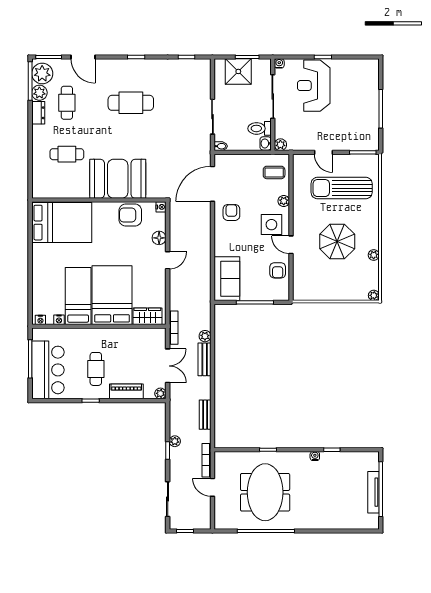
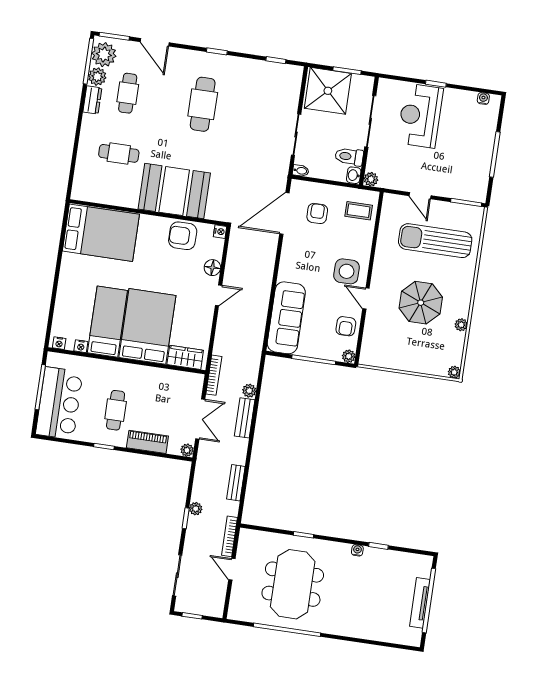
water cooler: (279, 63) -> (483, 98), moved
shower: (238, 71) -> (328, 91), width x1.37, depth x1.37
cafe table: (131, 103) -> (203, 104), turned 90
plant: (284, 201) -> (349, 356), moved
armchair: (231, 212) -> (317, 213), moved
sofa: (227, 279) -> (286, 318), width x1.36

